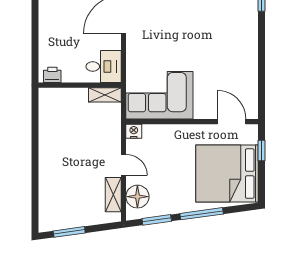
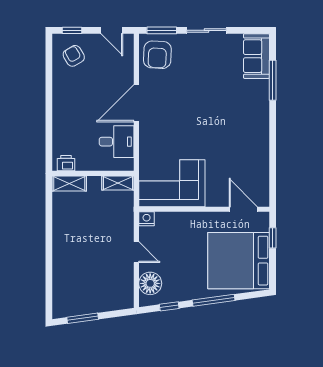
desk: (104, 67) -> (117, 142), moved
shelving: (113, 195) -> (69, 183), moved, turned 90
window: (157, 220) -> (169, 306), width x0.67

